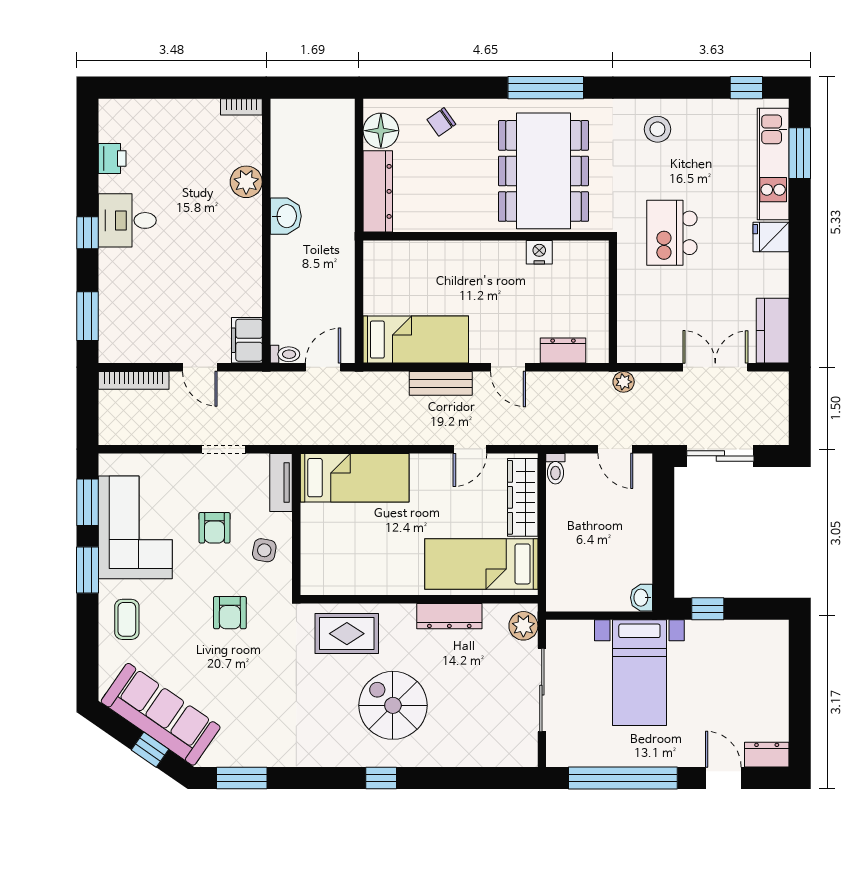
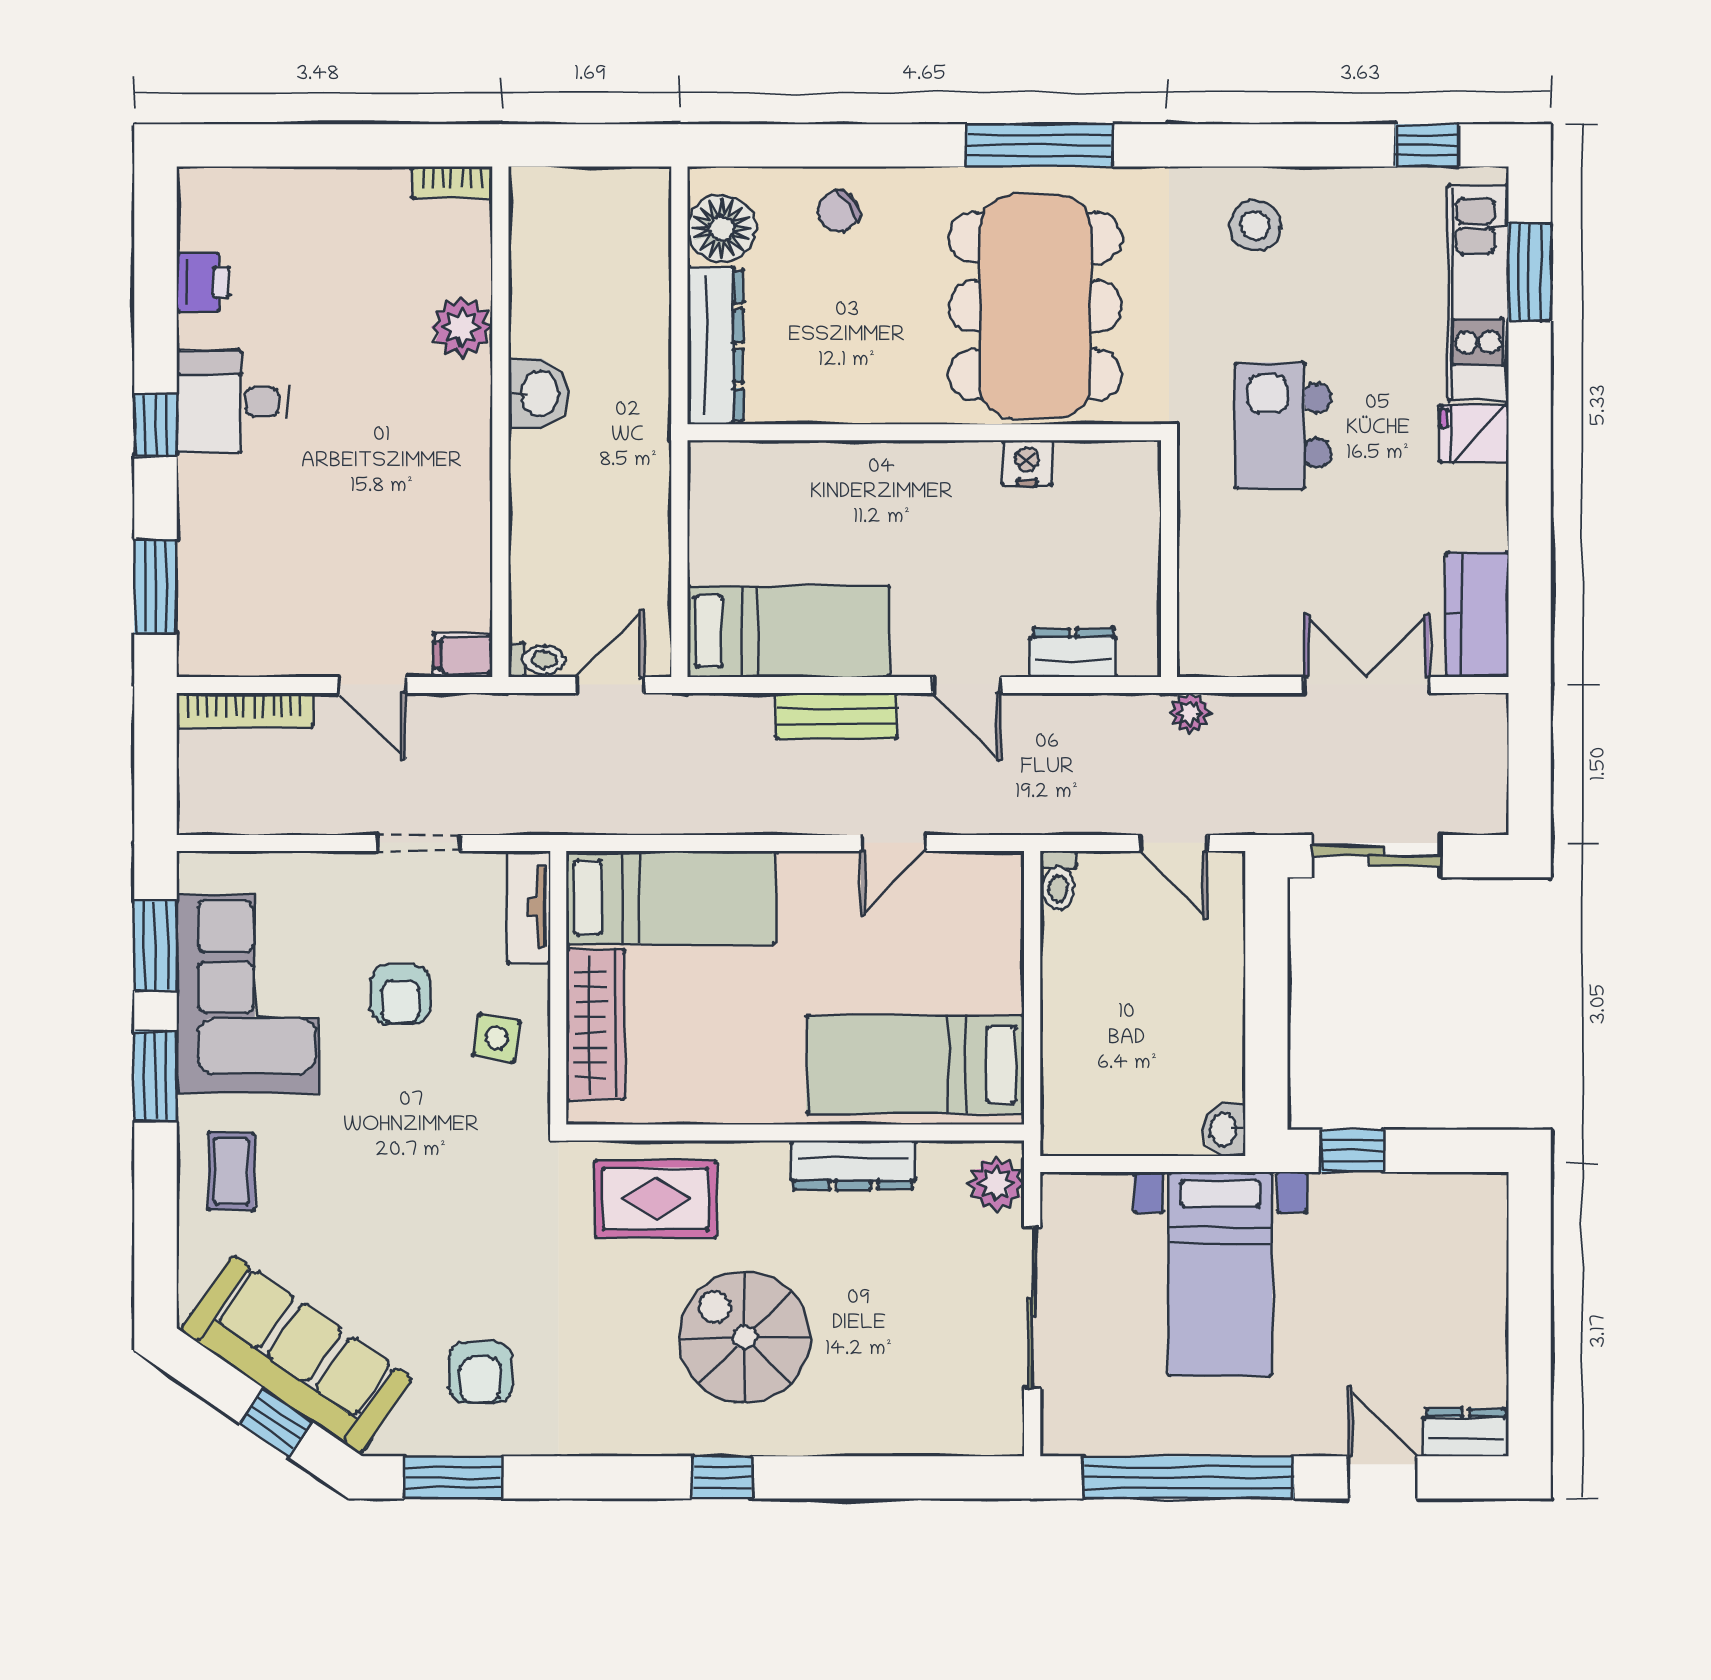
filing cabinet: (247, 340) -> (463, 655), width x0.50
wardrobe: (523, 497) -> (595, 1024), moved, turned 180
armchair: (230, 613) -> (480, 1372), moved

